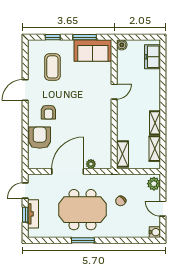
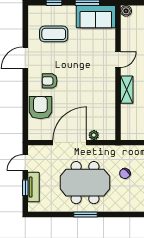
coffee table: (52, 67) -> (54, 34), turned 90
armchair: (48, 112) -> (50, 81), turned 90
shelving: (122, 154) -> (127, 90), moved

